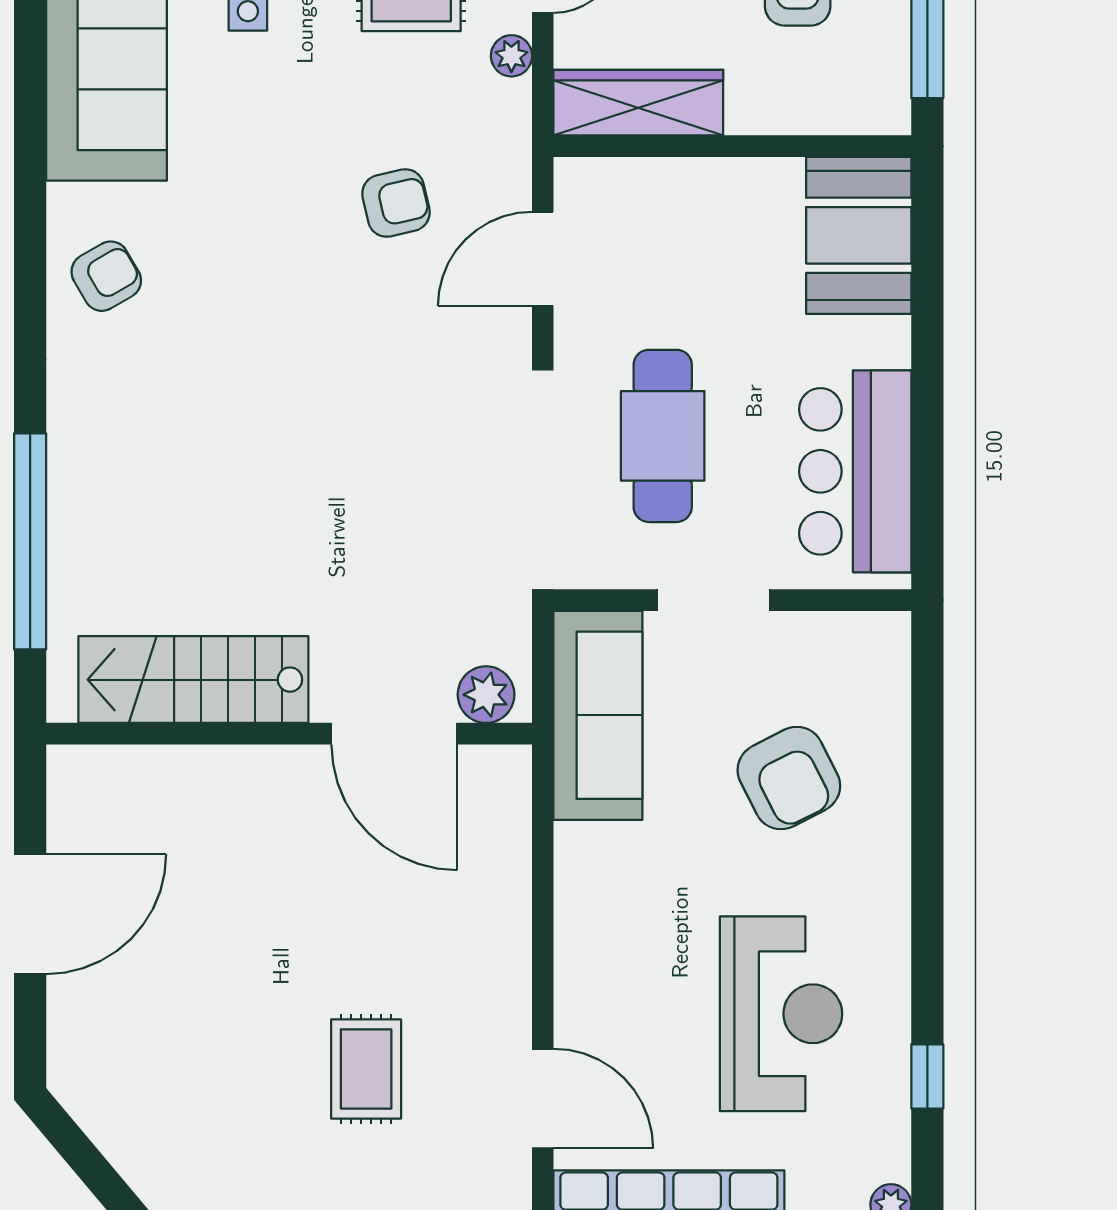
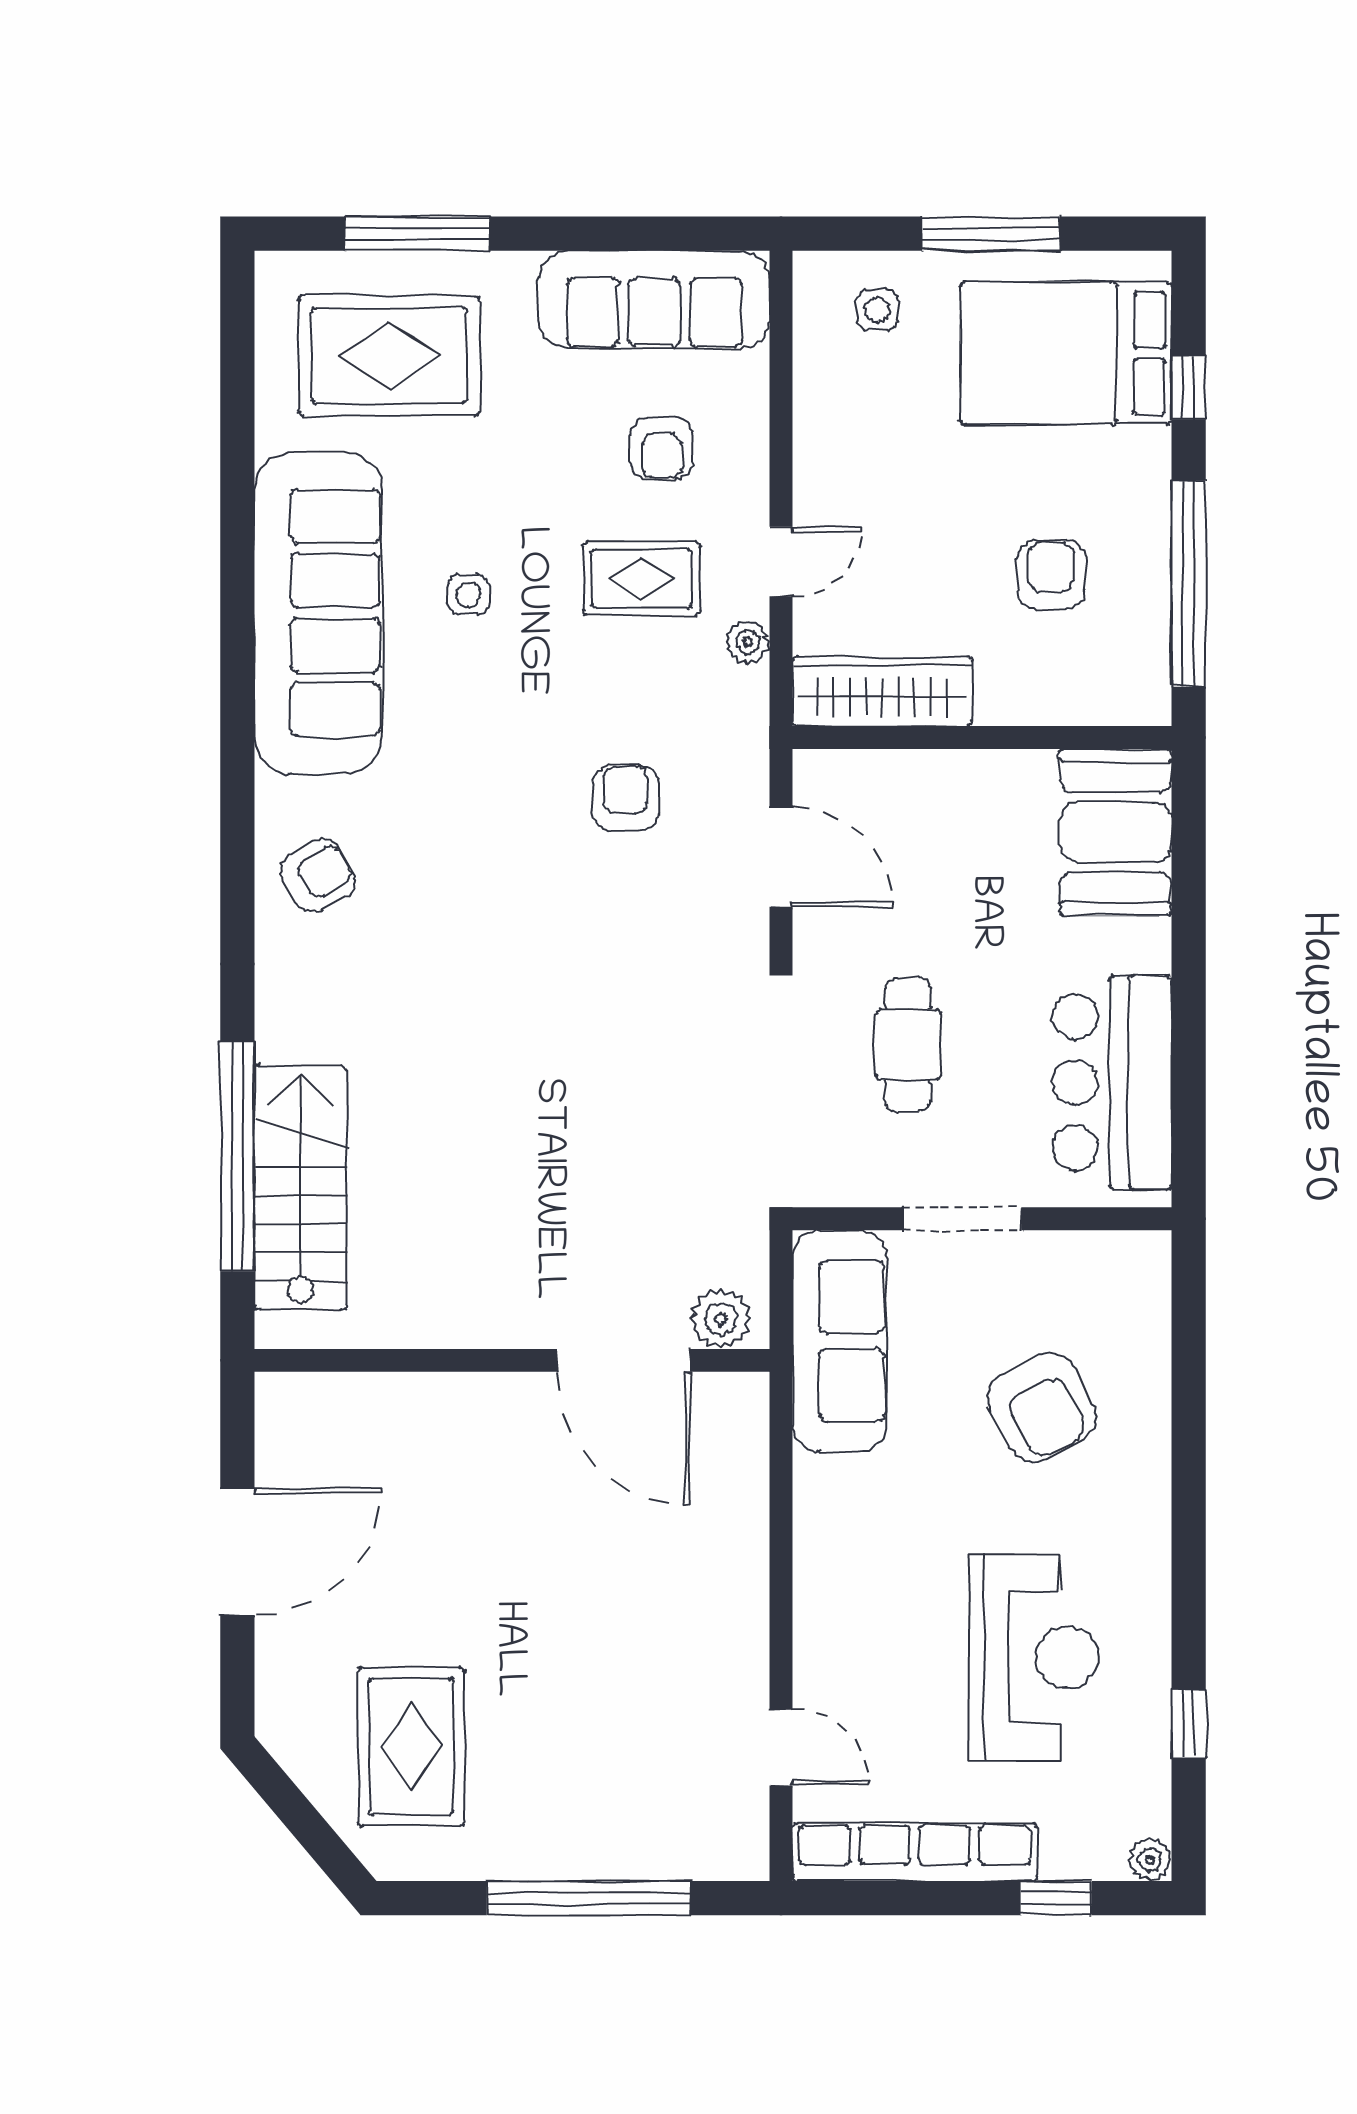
armchair: (396, 203) -> (625, 798), turned -77
door: (543, 259) -> (781, 857), swing flipped
cafe table: (663, 436) -> (908, 1045), width x0.73, depth x0.74
stairs: (193, 680) -> (300, 1188), moved, turned 90
rug: (366, 1069) -> (411, 1747), moved, width x1.36, depth x1.43
door: (543, 1099) -> (781, 1747), width x0.73

